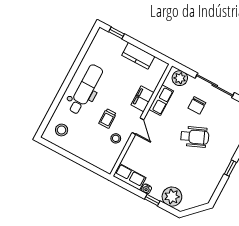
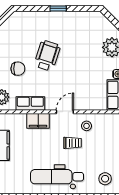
wheelchair: (195, 137) -> (47, 56), turned 41

